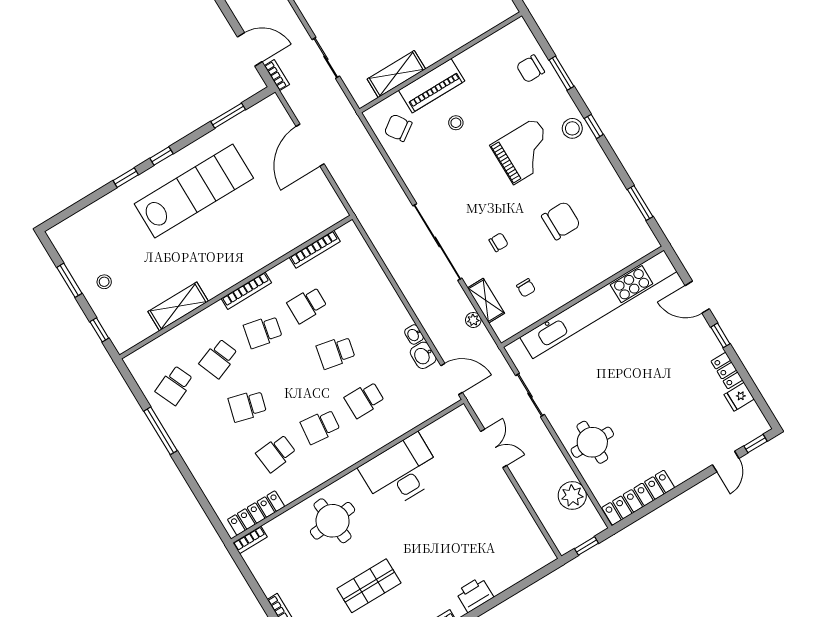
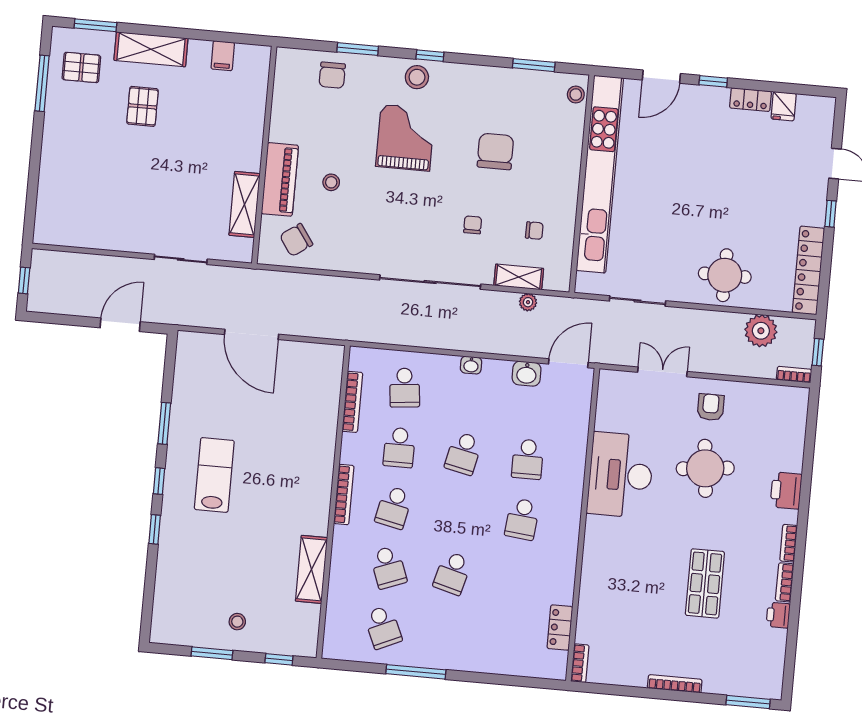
bookcase: (277, 75) -> (794, 375), moved
window: (228, 116) -> (164, 423), moved
lab bench: (194, 191) -> (214, 475), width x0.54, depth x0.72
stool: (641, 247) -> (576, 95), added
washbasin: (414, 335) -> (471, 365), moved
window: (755, 444) -> (830, 214), moved
school desk: (276, 453) -> (405, 388), moved
armchair: (494, 500) -> (711, 407), added
locker: (256, 513) -> (560, 628), width x0.66
round table: (333, 521) -> (705, 468), moved

